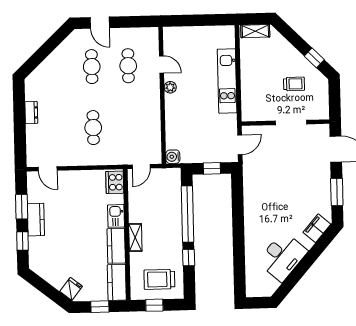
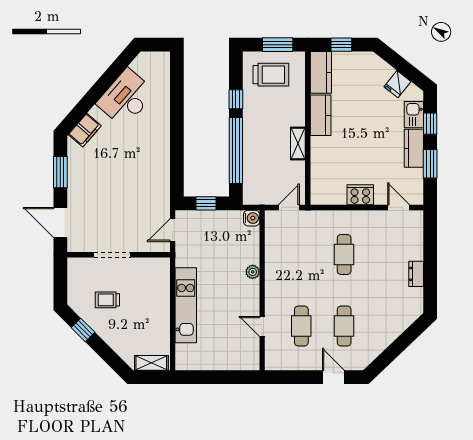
plant: (170, 87) -> (253, 272), moved
cooker: (115, 182) -> (360, 195), moved, turned -90
kitchen sink: (116, 216) -> (414, 115), moved, turned 180
shelving: (135, 238) -> (298, 143), moved
fridge: (71, 289) -> (397, 84), moved
window: (154, 305) -> (278, 45), width x1.50

